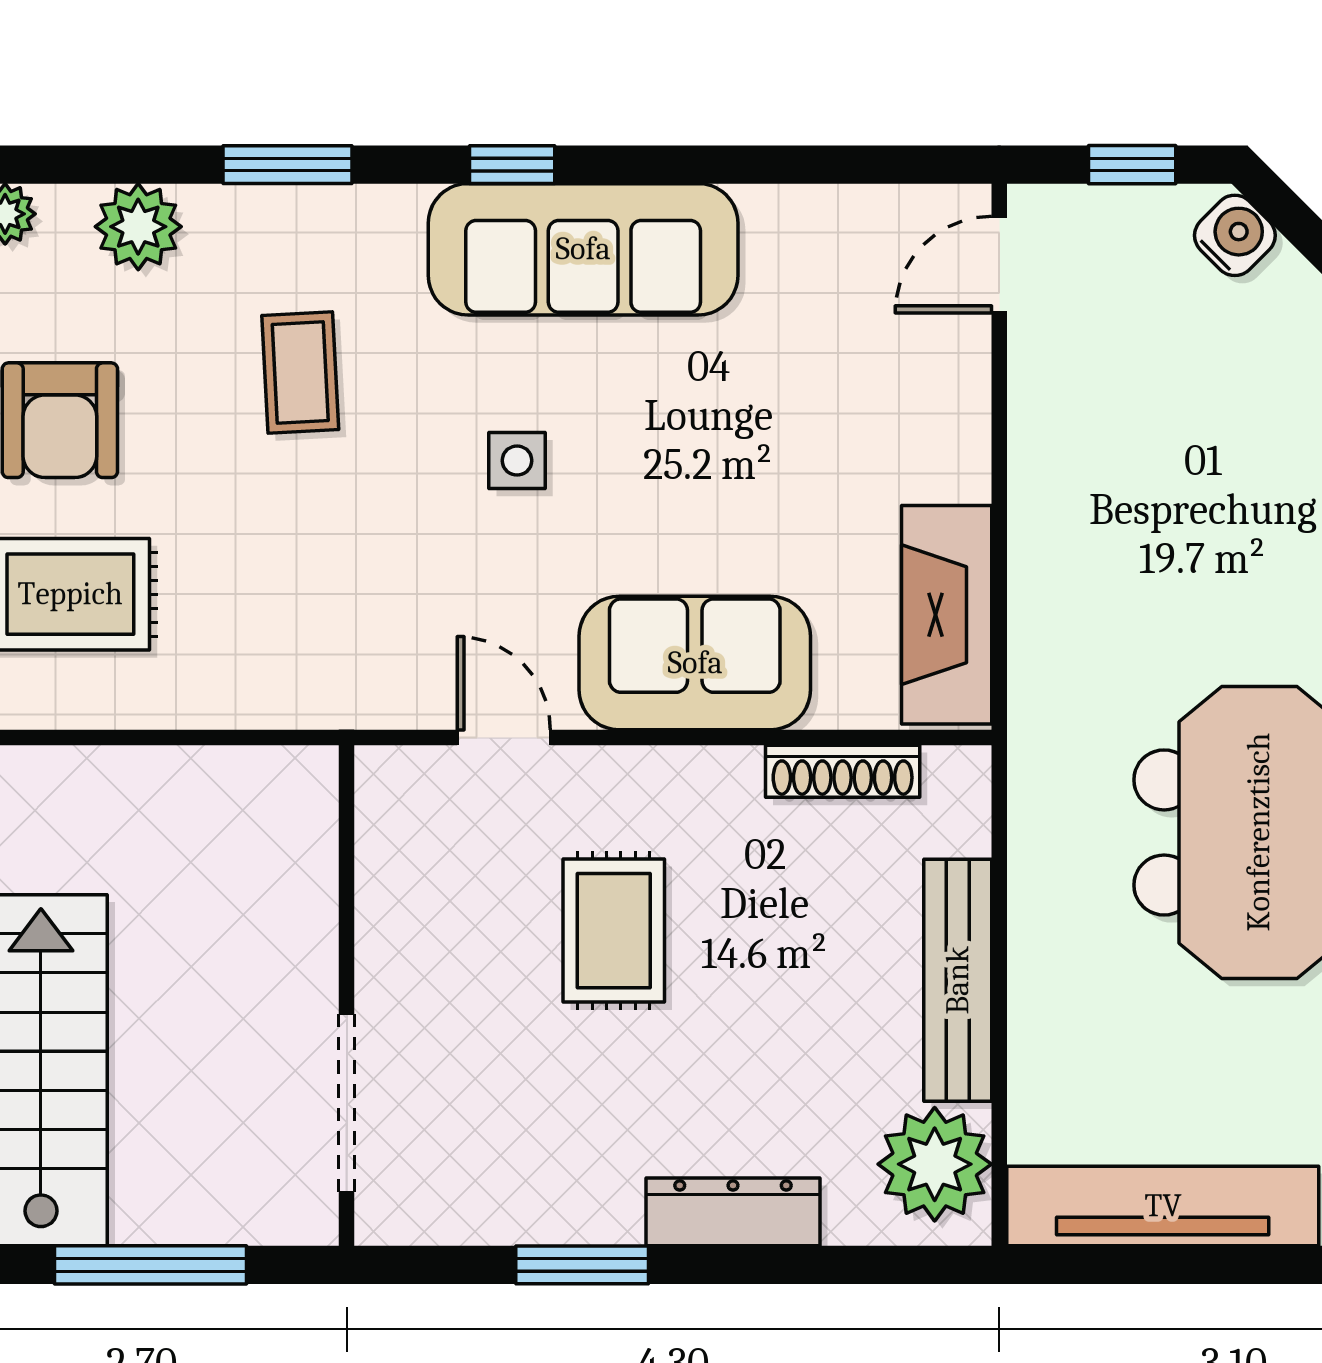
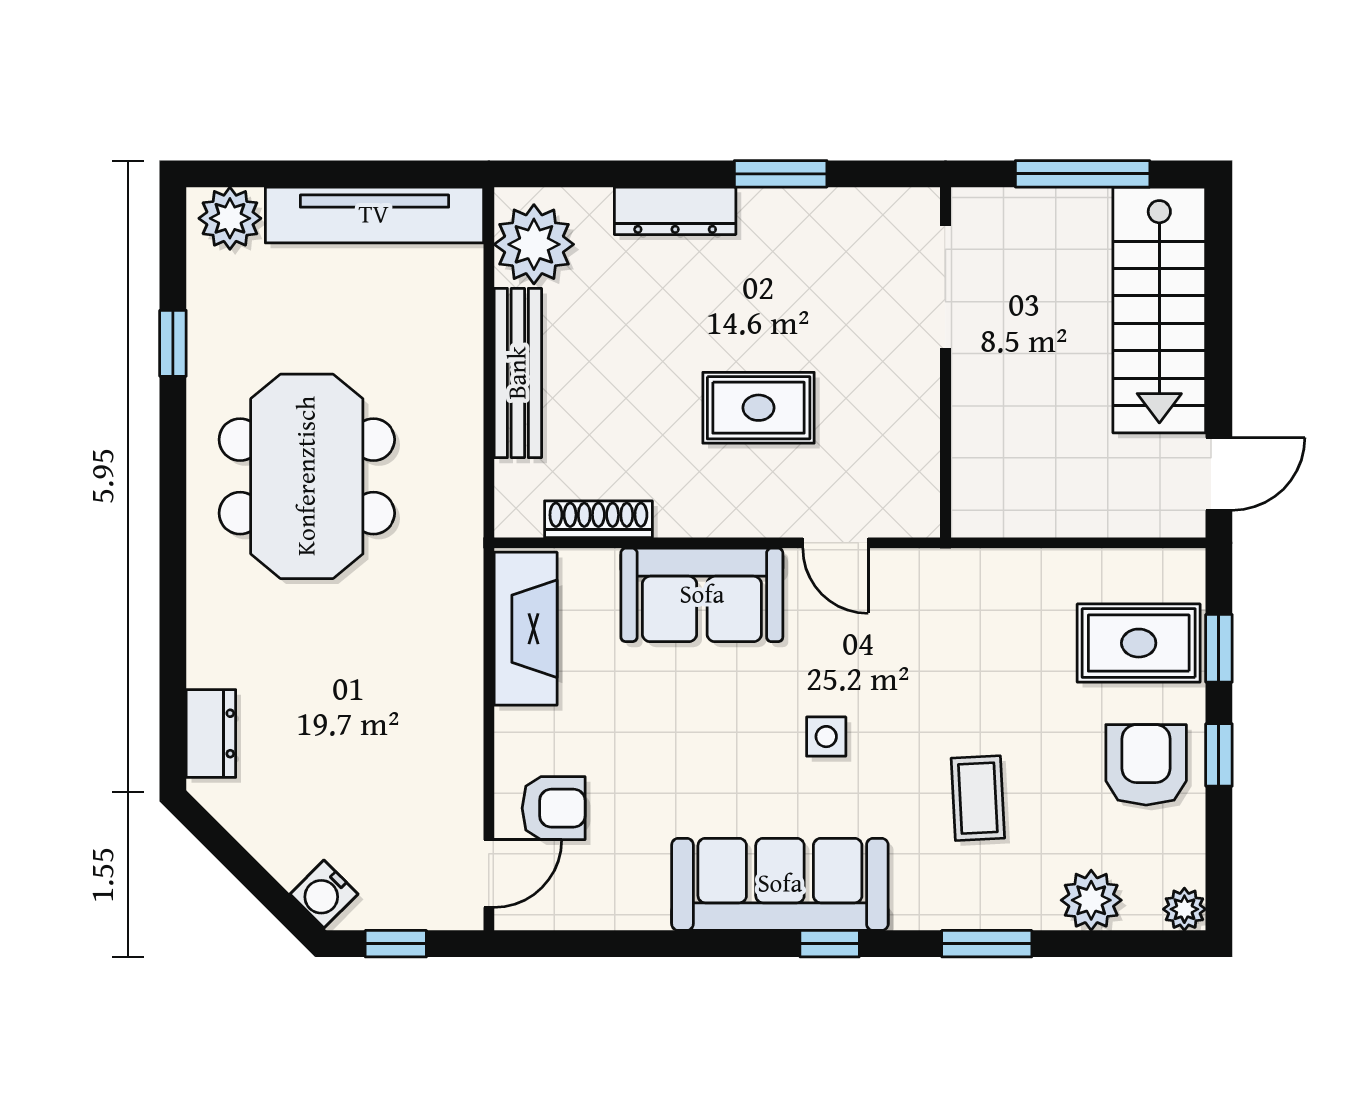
armchair: (907, 358) -> (554, 808), added
rug: (614, 931) -> (759, 408), turned 90

